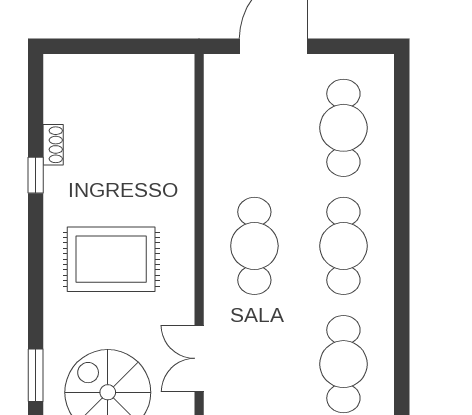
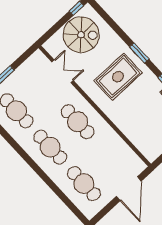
window: (36, 375) -> (139, 53), moved

